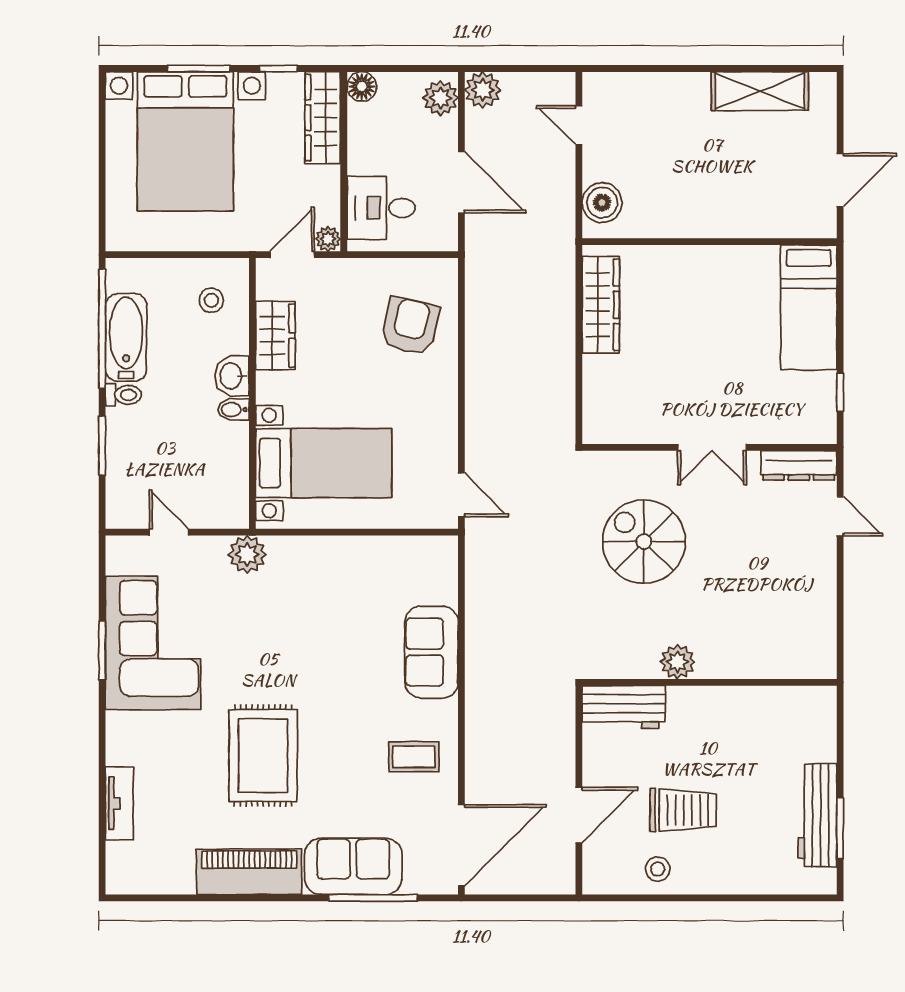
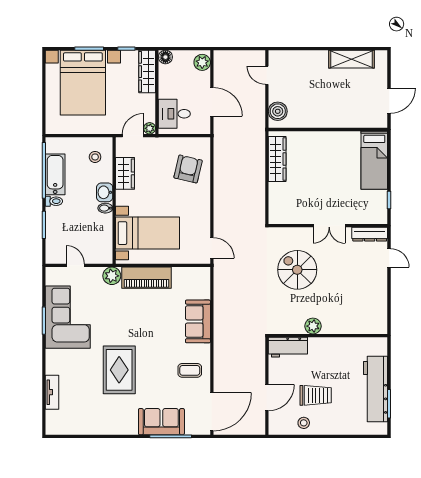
plant: (483, 90) -> (222, 59), removed
workbench: (817, 815) -> (376, 389), width x1.36, depth x1.32
piano: (249, 872) -> (146, 278), moved, turned 180

